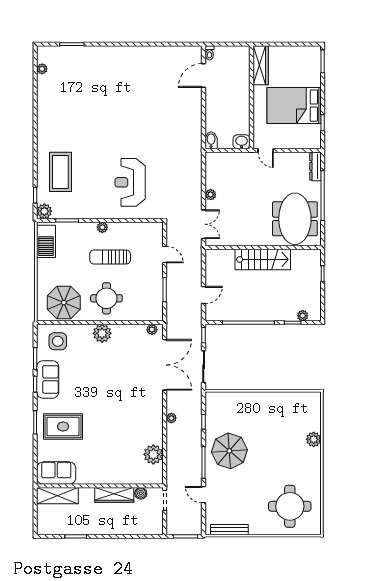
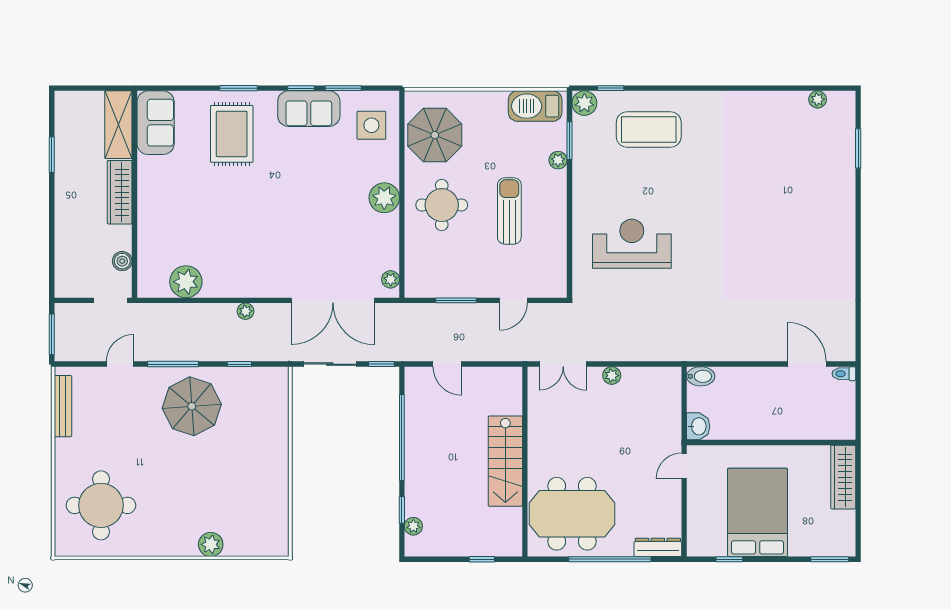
wardrobe: (261, 65) -> (843, 477), moved, turned 90
plant: (102, 227) -> (558, 160), moved
wardrobe: (114, 495) -> (120, 192), moved

